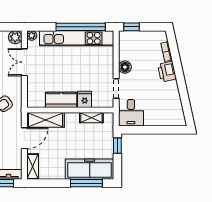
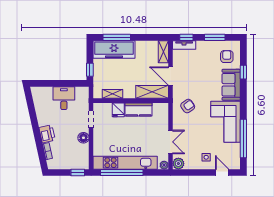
desk: (131, 113) -> (64, 98), moved
door: (24, 138) -> (170, 76), hinge flipped

